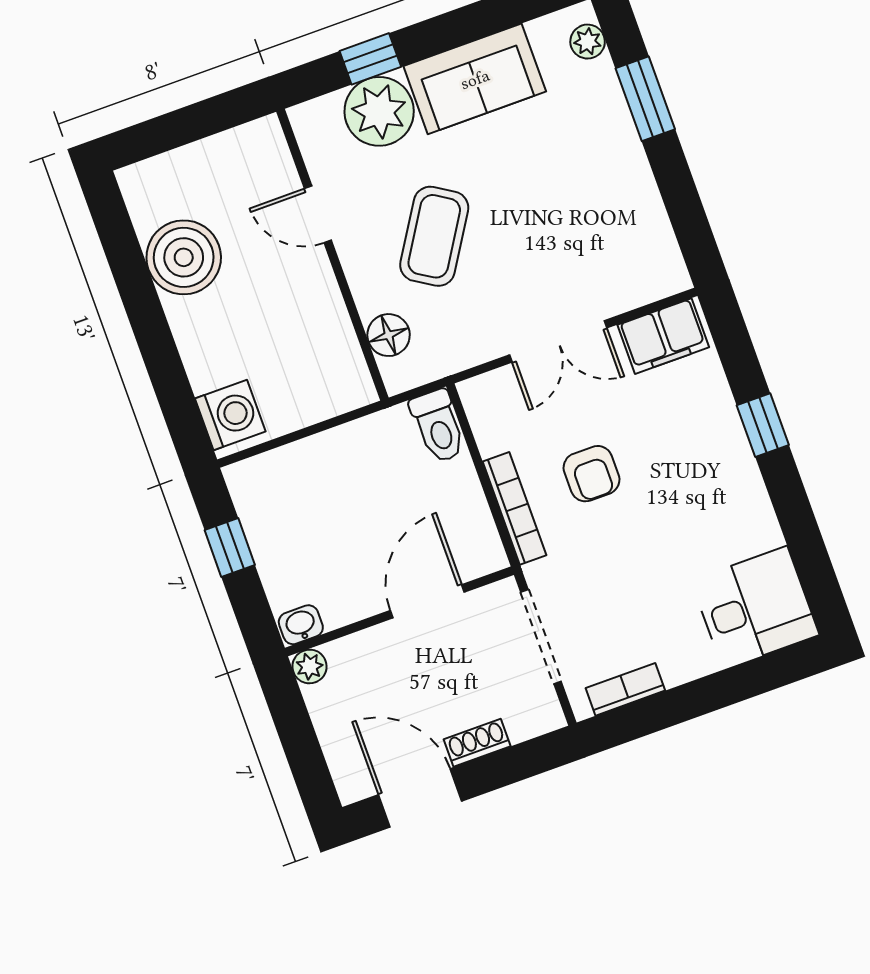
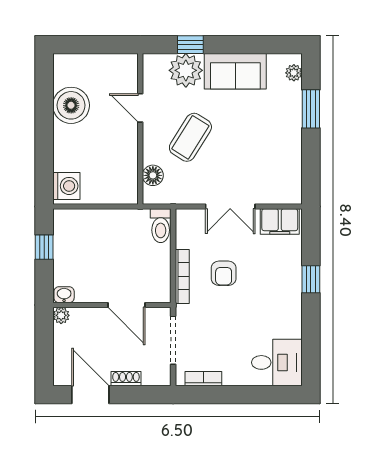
door: (427, 601) -> (127, 305), swing flipped

